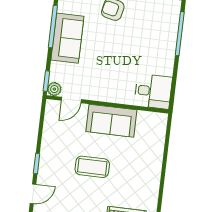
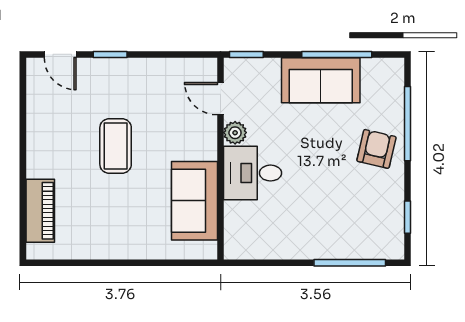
plant: (54, 89) -> (235, 133), moved
desk: (153, 91) -> (253, 173), moved, turned 90
sofa: (111, 121) -> (194, 201), moved

